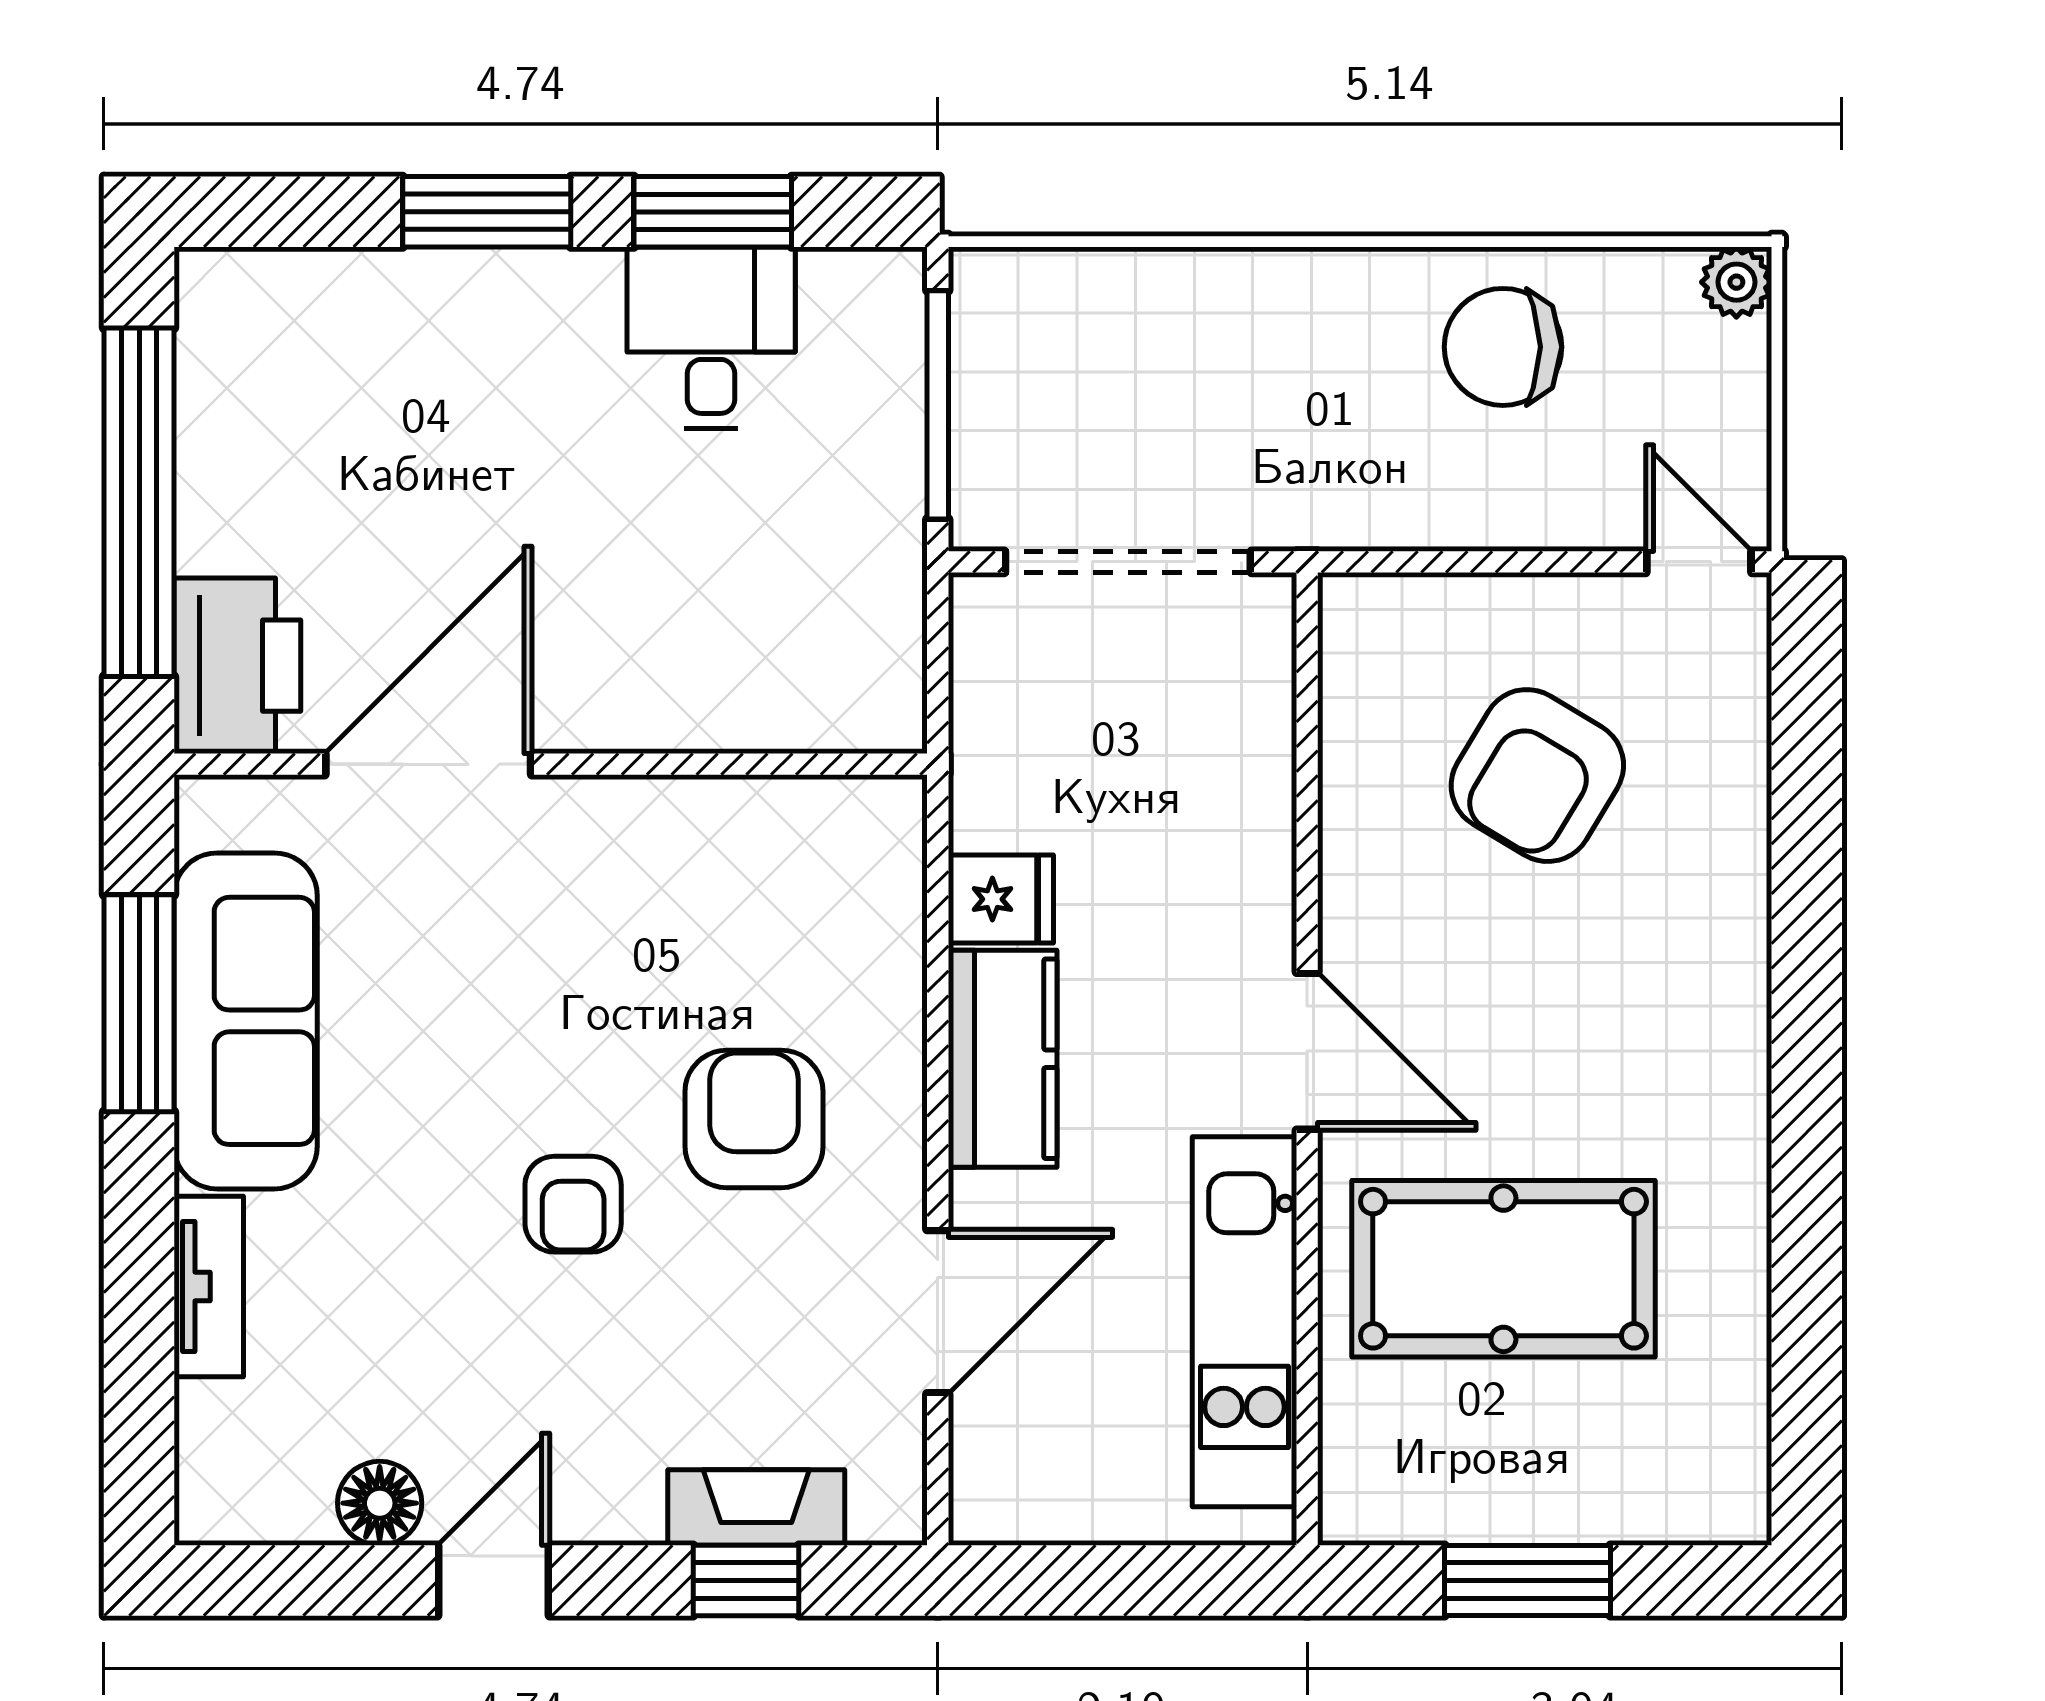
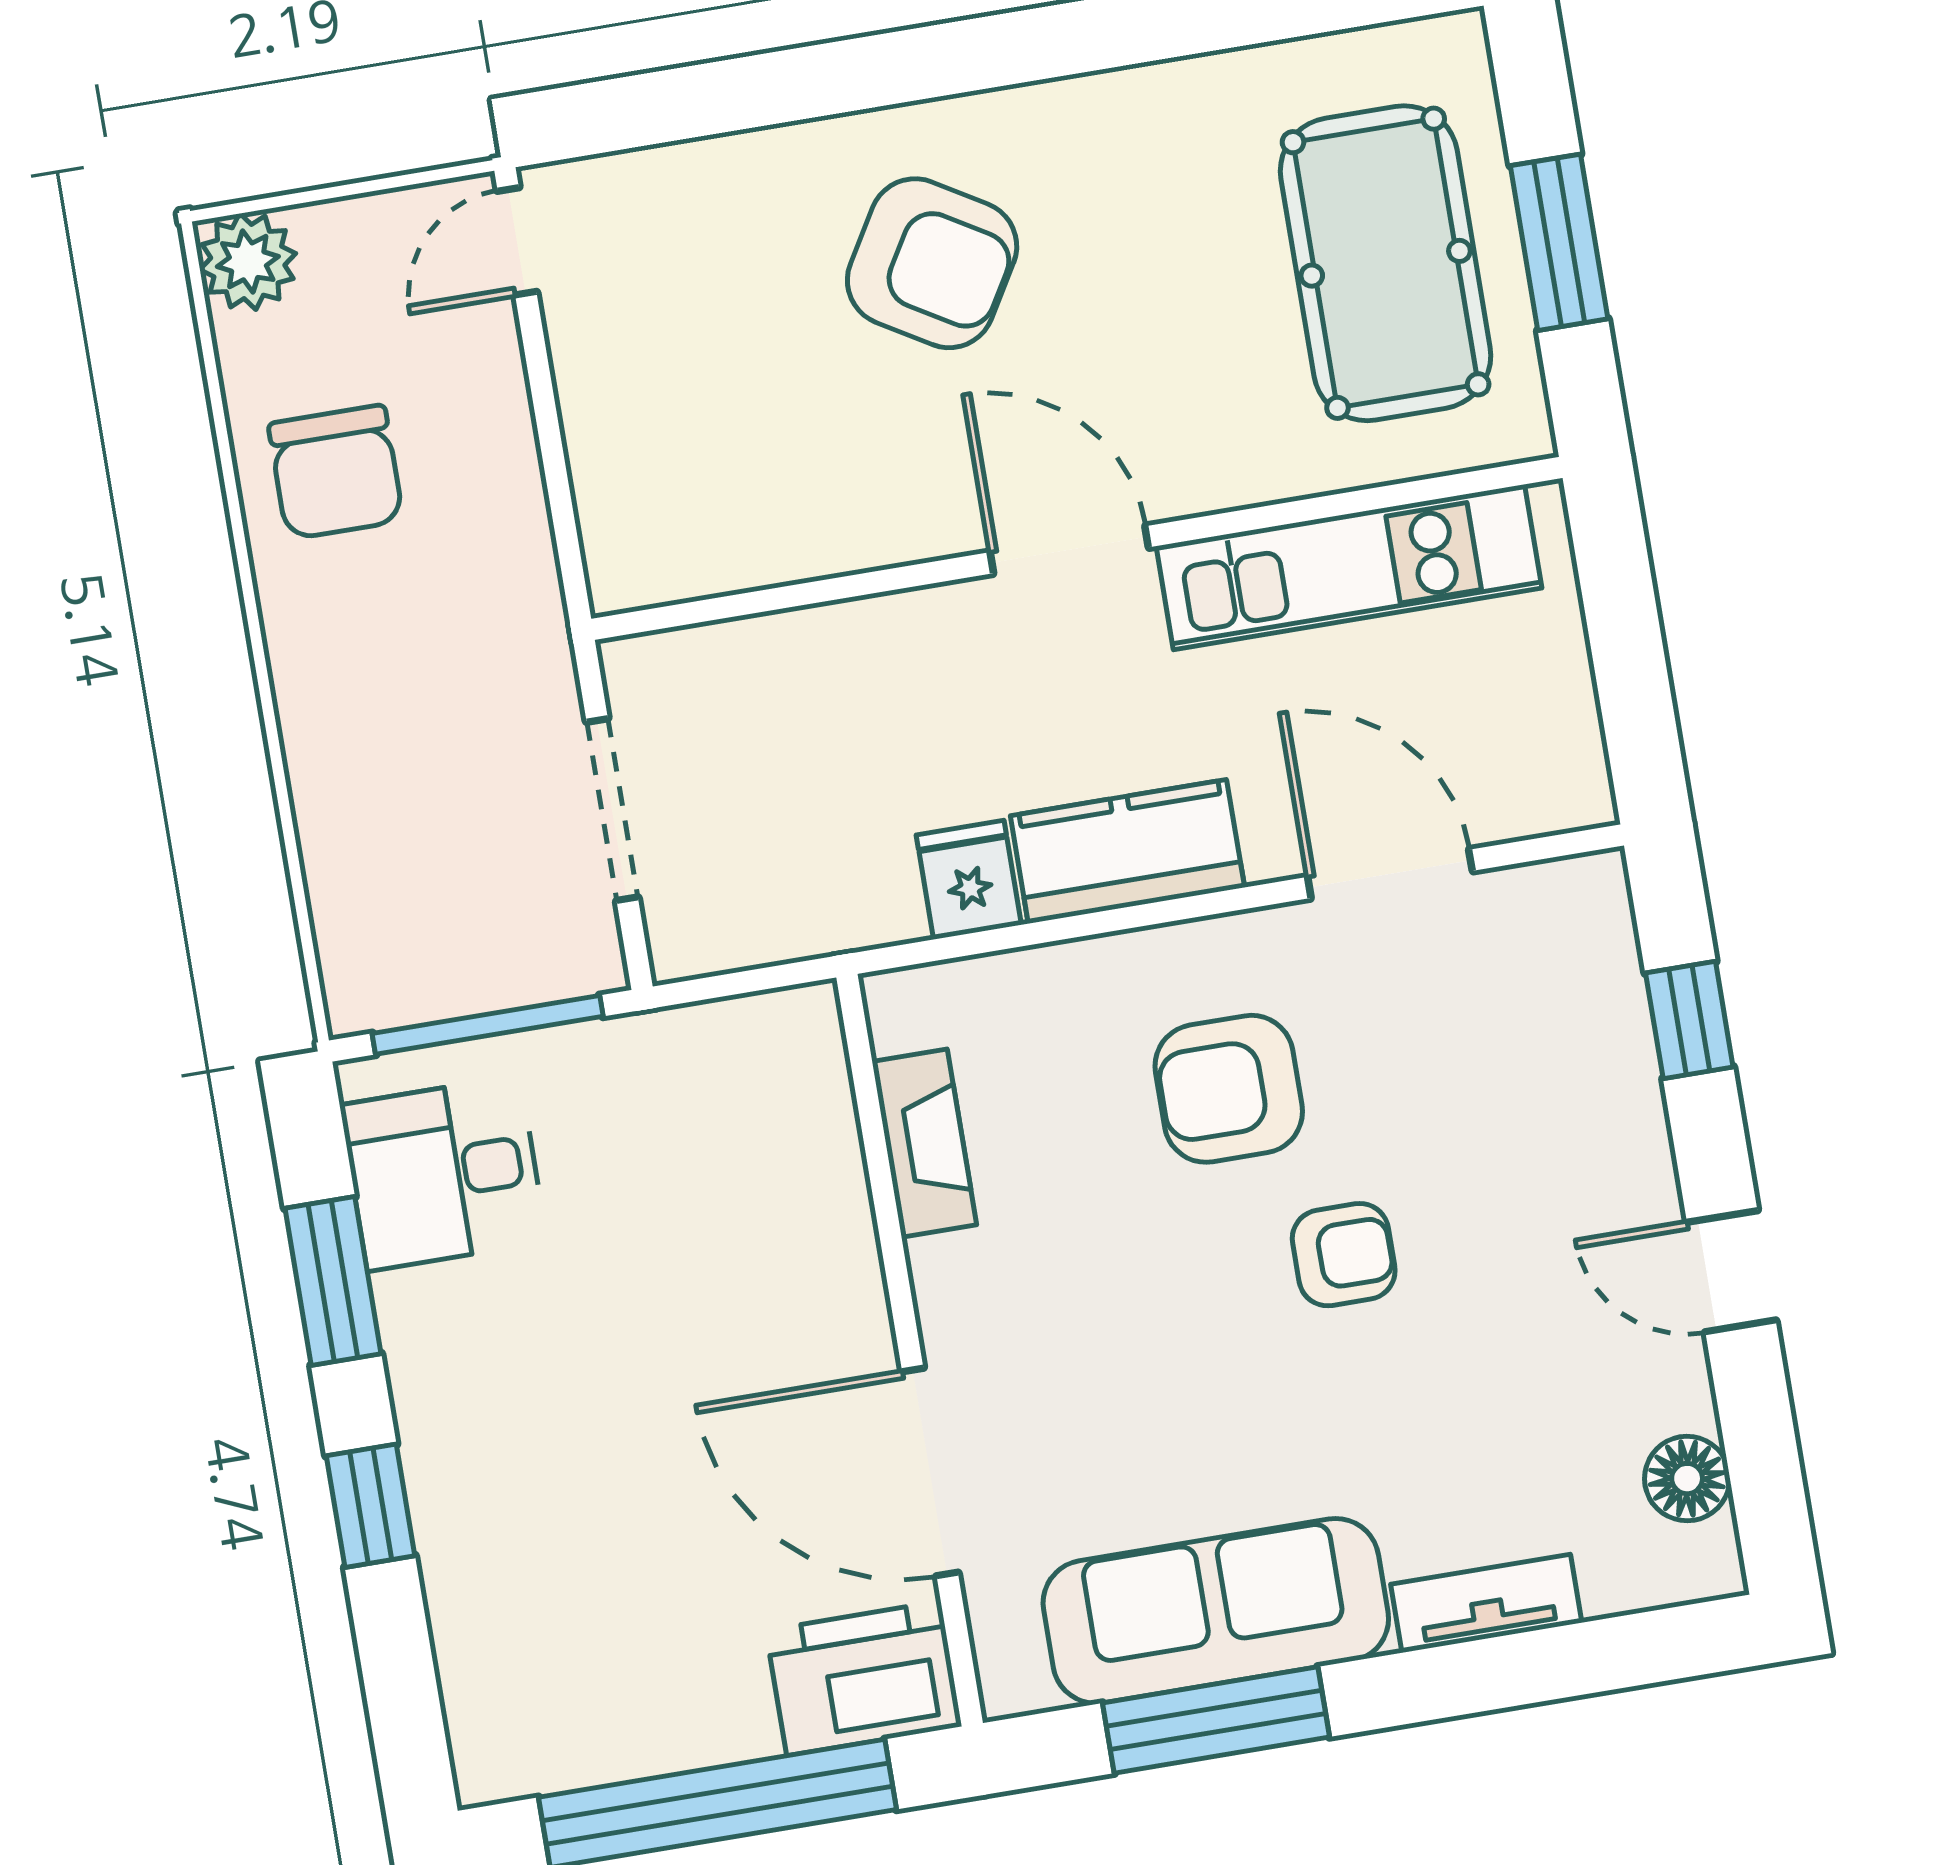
window: (487, 212) -> (371, 1506), width x0.67
plant: (1736, 282) -> (248, 261), width x1.38, depth x1.38
desk: (711, 338) -> (444, 1173), moved
doorway: (1128, 562) -> (612, 810), width x0.73
armchair: (1537, 776) -> (932, 263), moved
door: (1307, 1051) -> (1069, 550), hinge flipped
pool table: (1503, 1269) -> (1386, 263), moved
floor lamp: (380, 1503) -> (1687, 1479), moved
fireplace: (756, 1508) -> (924, 1143), moved, turned 180

